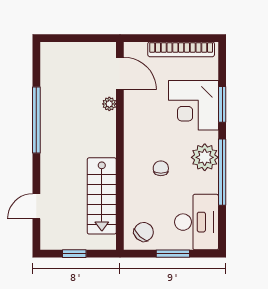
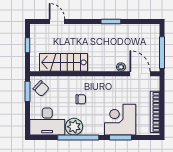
window: (86, 38) -> (162, 53), added
door: (120, 73) -> (140, 74), swing flipped
window: (36, 120) -> (111, 22), width x0.47
plant: (205, 157) -> (74, 127), moved
window: (173, 254) -> (27, 91), moved

